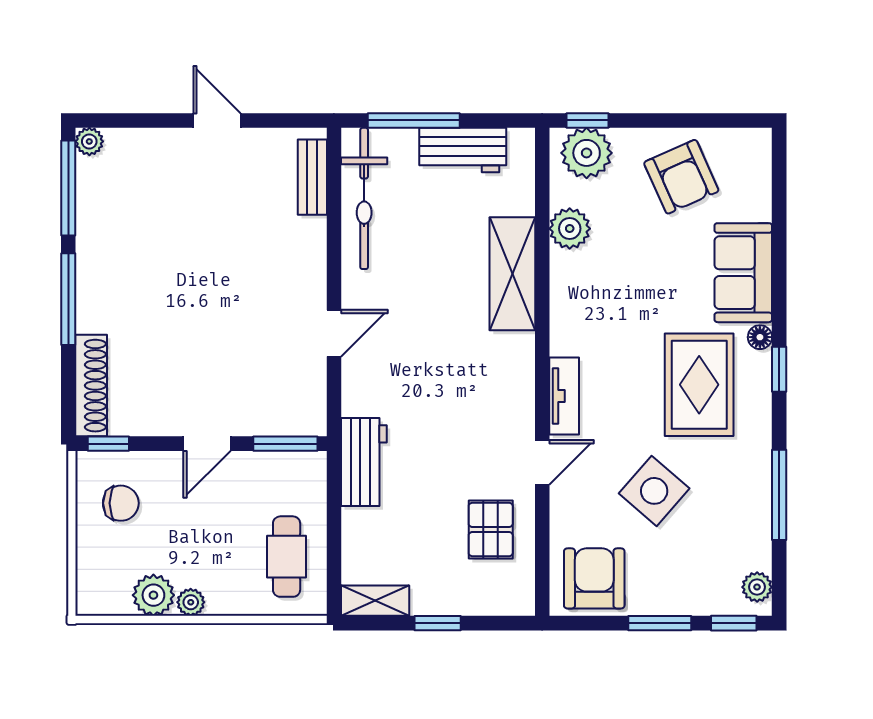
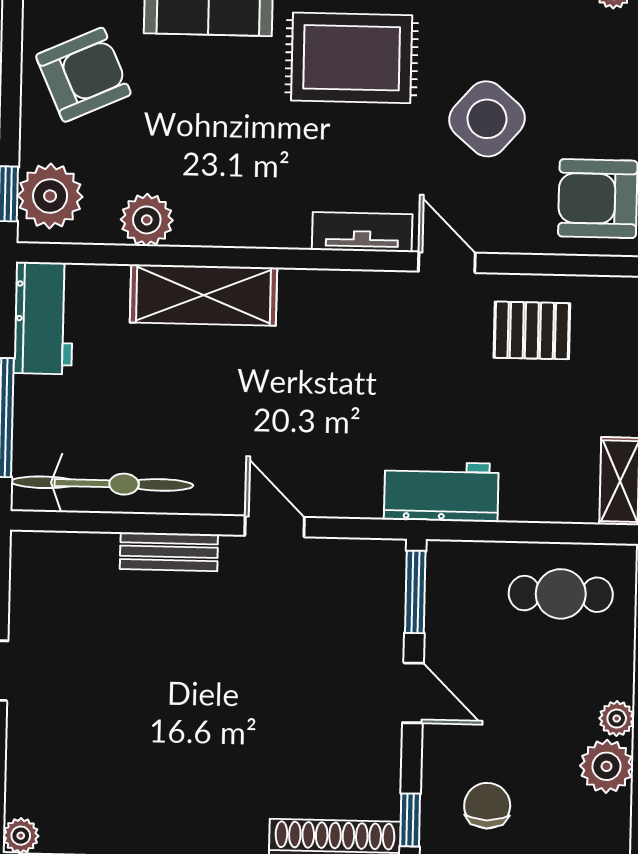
workbench: (463, 150) -> (44, 318), moved
bench: (312, 177) -> (169, 552), moved

